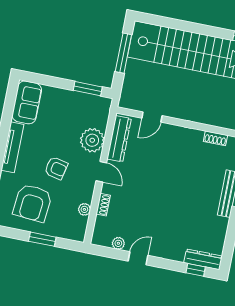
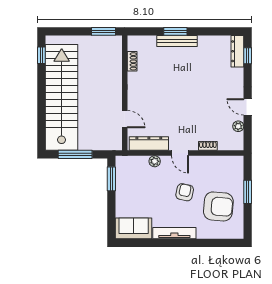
plant: (92, 140) -> (155, 161), width x0.53, depth x0.53
door: (101, 172) -> (180, 153), swing flipped
plant: (84, 209) -> (215, 161), removed

